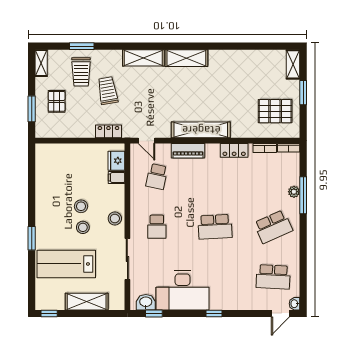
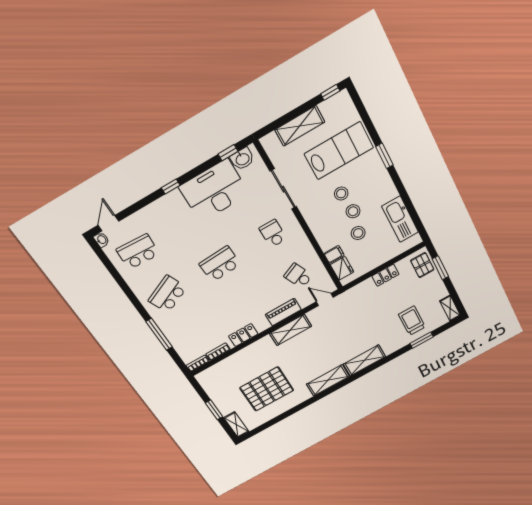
trolley: (108, 91) -> (381, 319), removed
pallet: (57, 101) -> (422, 265), moved
pallet: (275, 111) -> (267, 389), moved, width x1.37, depth x1.41
shelving: (201, 130) -> (291, 330), width x0.68
locker: (108, 131) -> (385, 275), moved
kitchen sink: (45, 175) -> (400, 219), added
school desk: (157, 176) -> (298, 276), turned -36
plant: (294, 192) -> (169, 332), removed
stool: (115, 219) -> (358, 233), moved

